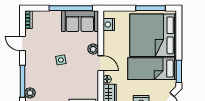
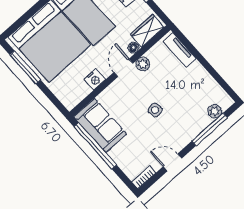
nightstand: (109, 24) -> (95, 79), moved
door: (22, 43) -> (173, 162), swing flipped
plant: (93, 49) -> (143, 64), moved

